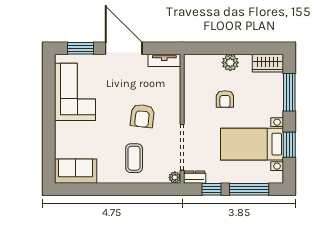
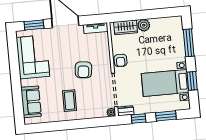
wardrobe: (268, 63) -> (126, 27), moved
armchair: (225, 99) -> (121, 60), moved
coffee table: (134, 158) -> (70, 101), moved
sofa: (76, 171) -> (31, 102), moved, turned 90
window: (249, 189) -> (166, 116), width x0.69

